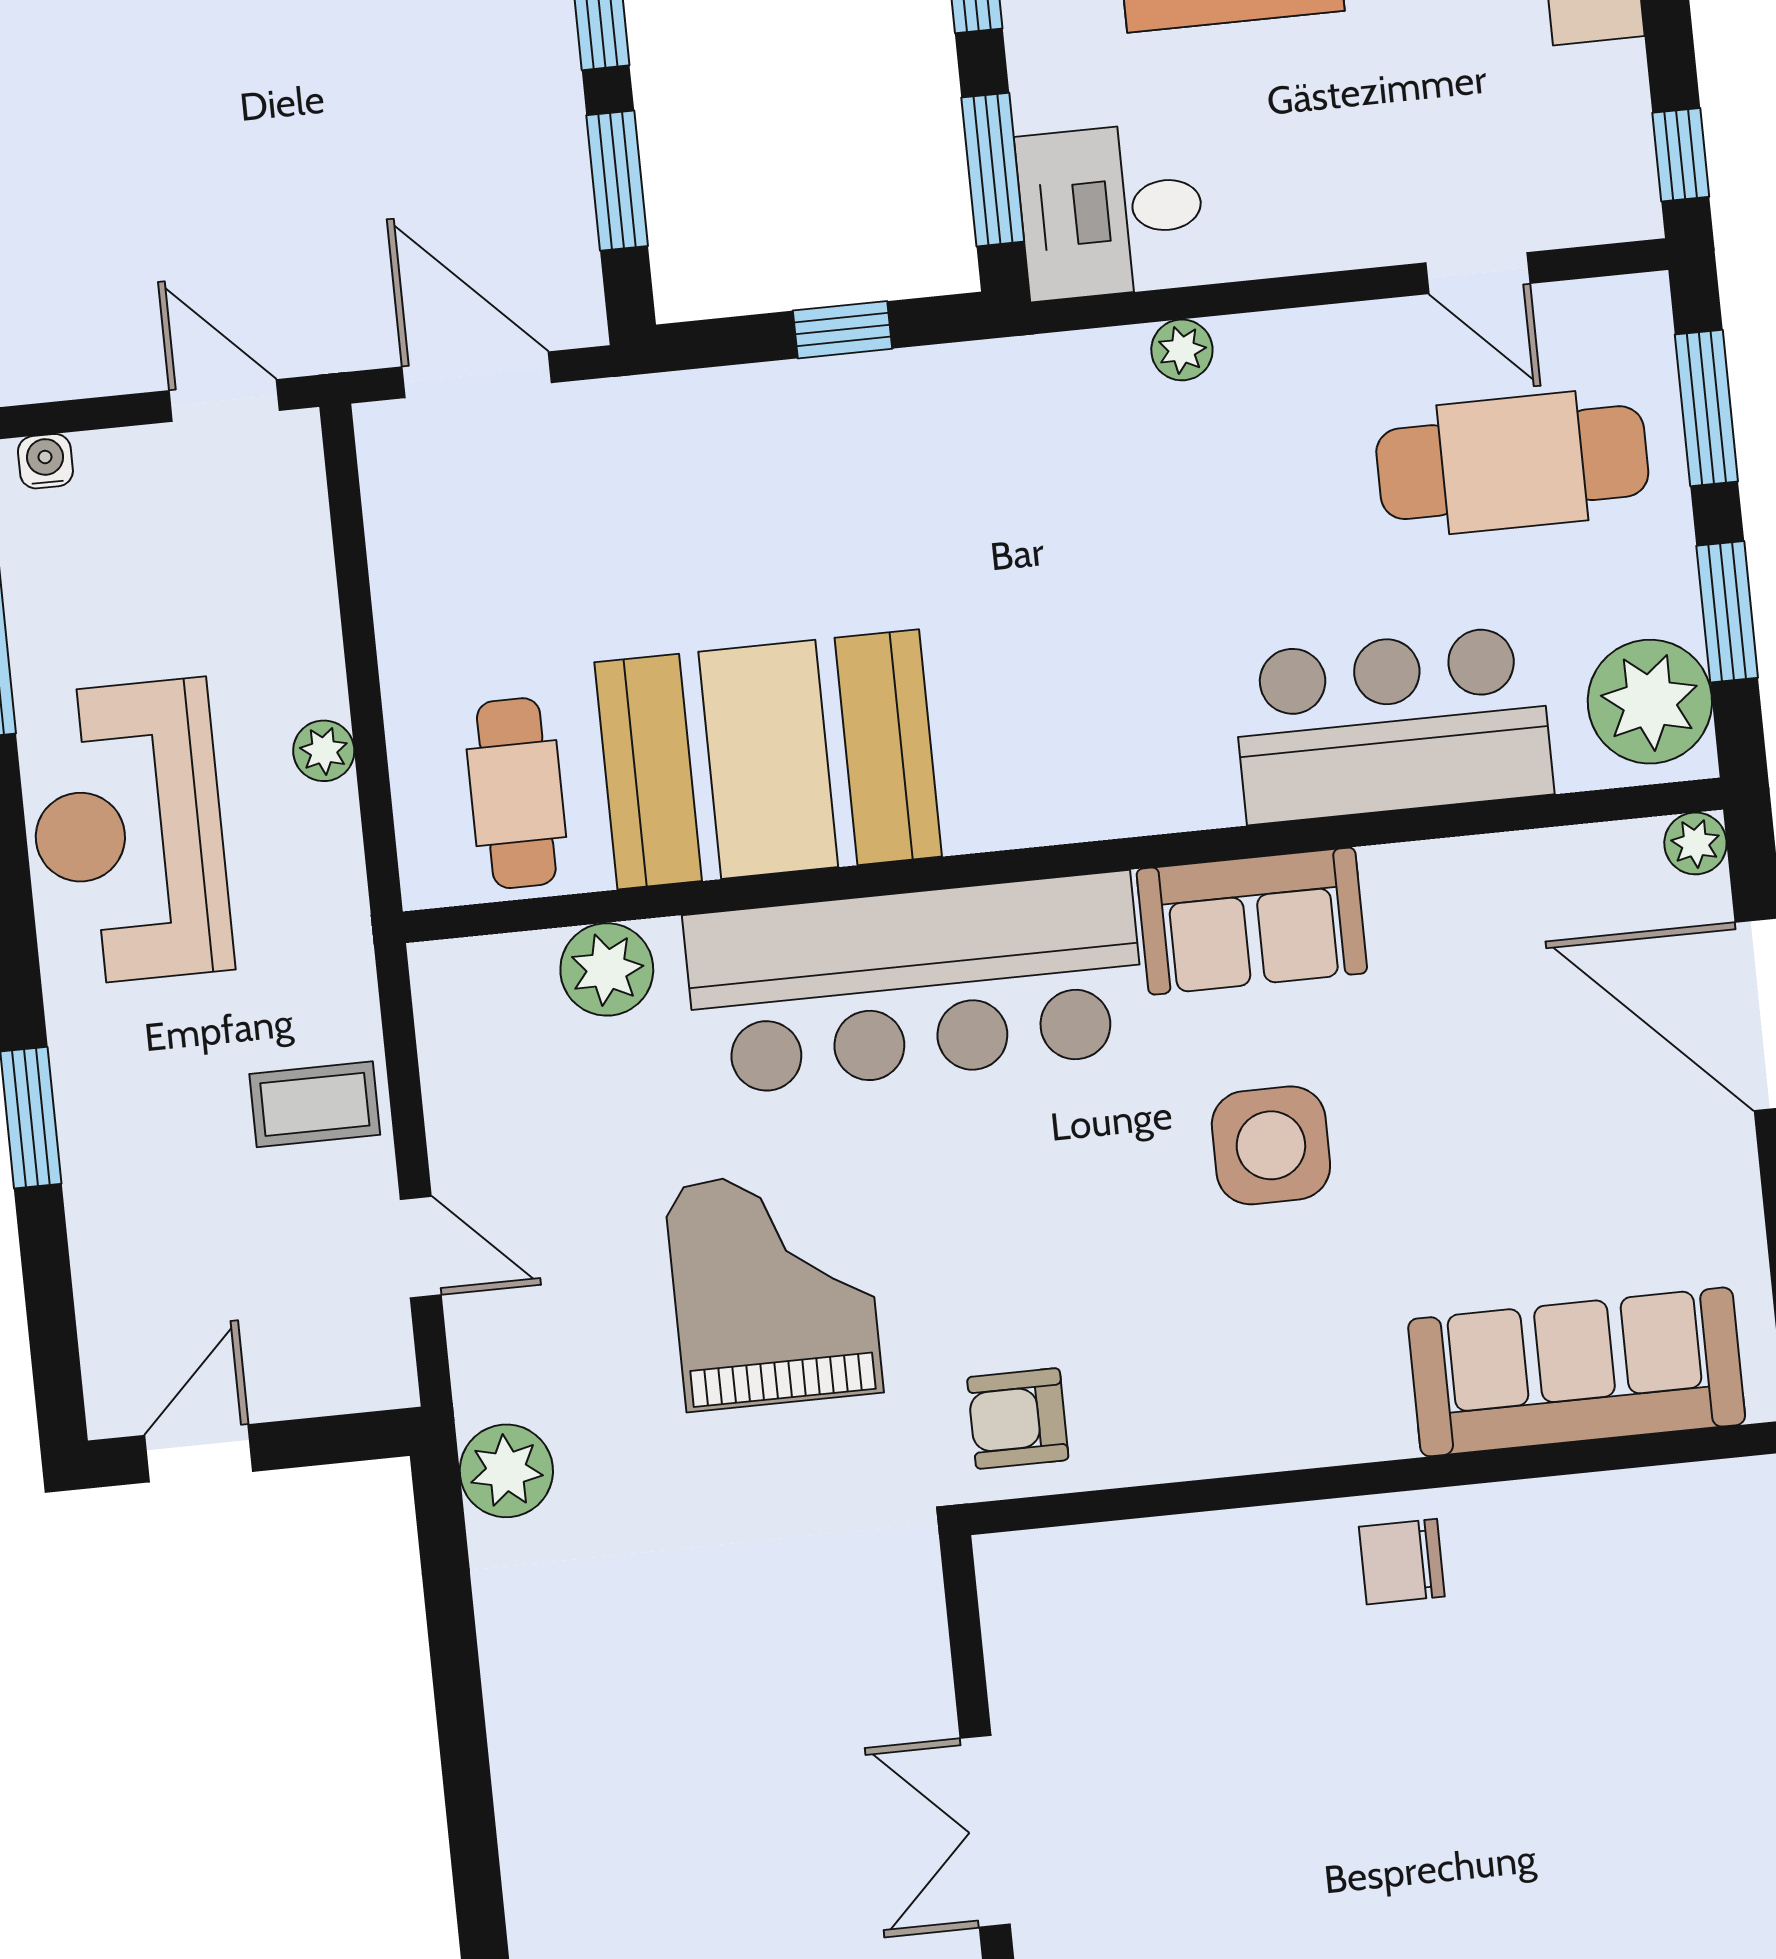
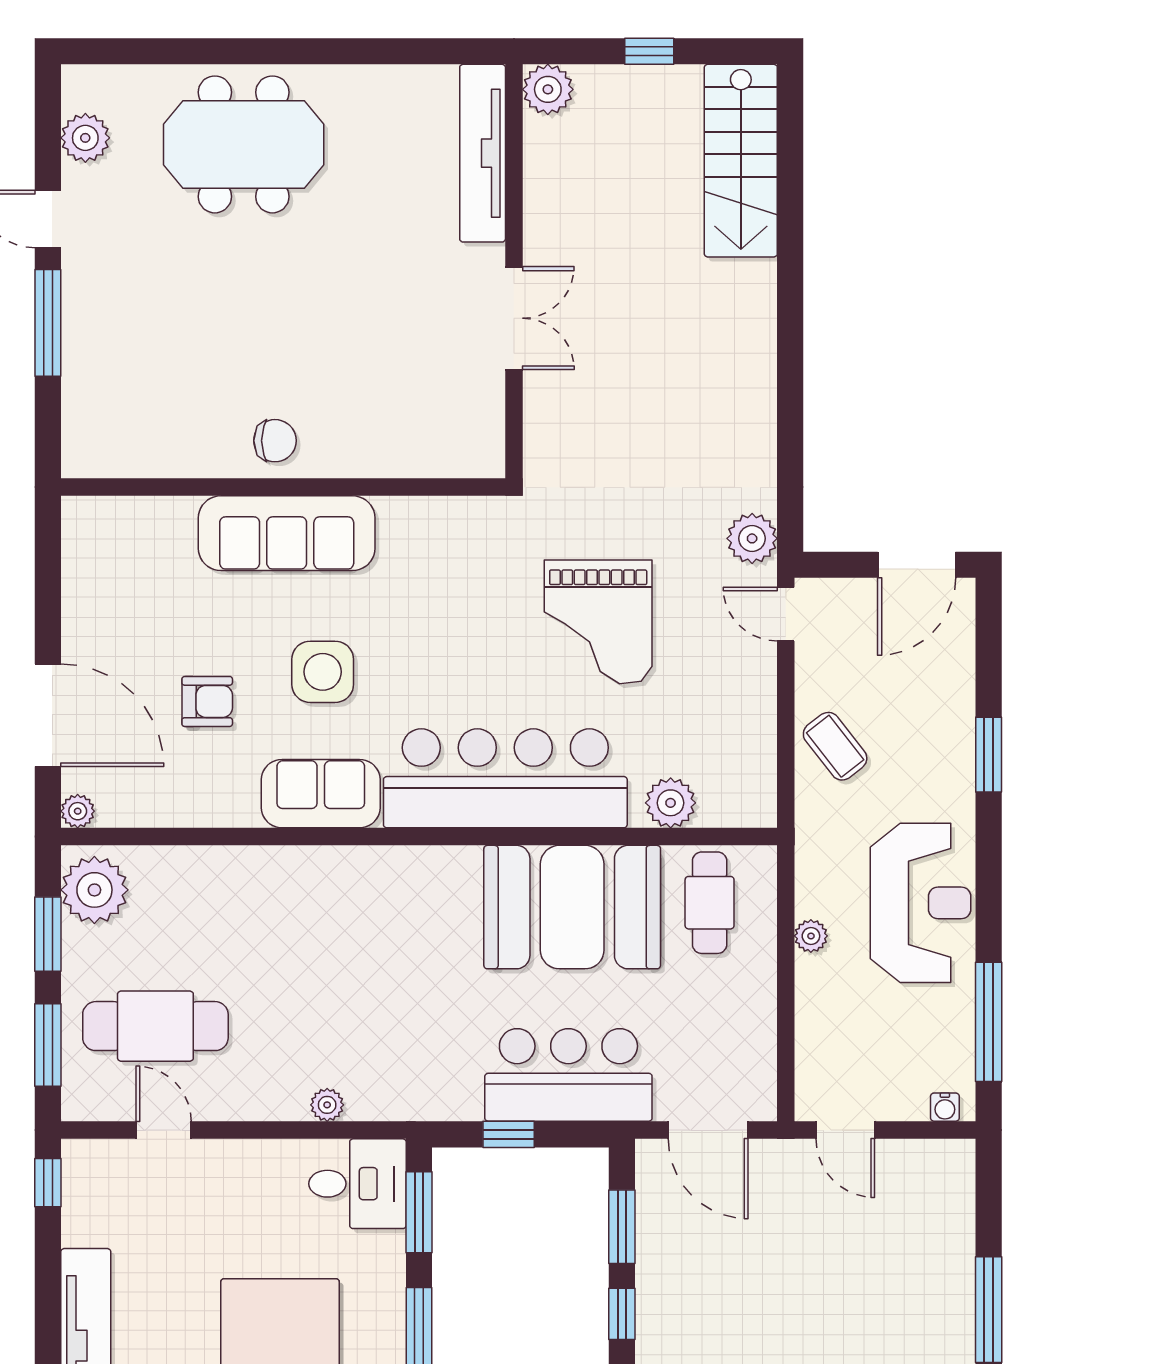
bar counter: (1392, 725) -> (568, 1075), moved, turned 180
coffee table: (315, 1104) -> (835, 746), turned 52
door: (421, 1247) -> (786, 614), moved
sofa: (1577, 1372) -> (287, 533), moved
armchair: (1018, 1419) -> (207, 701), moved
door: (199, 1453) -> (917, 565), width x1.38

